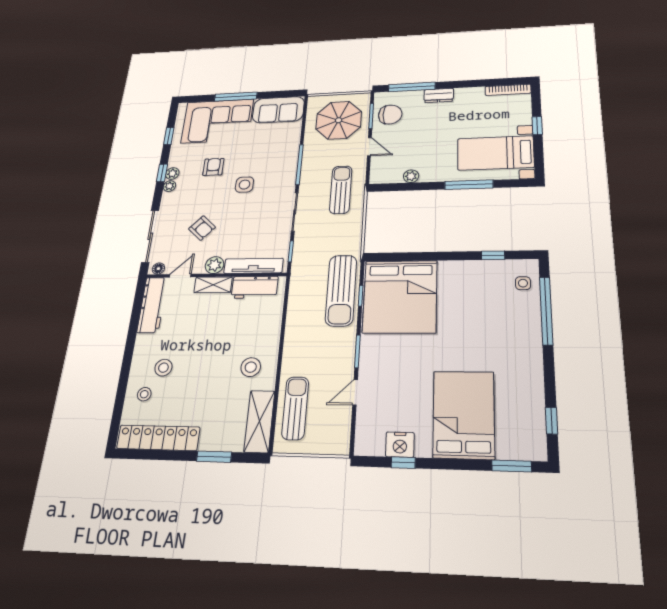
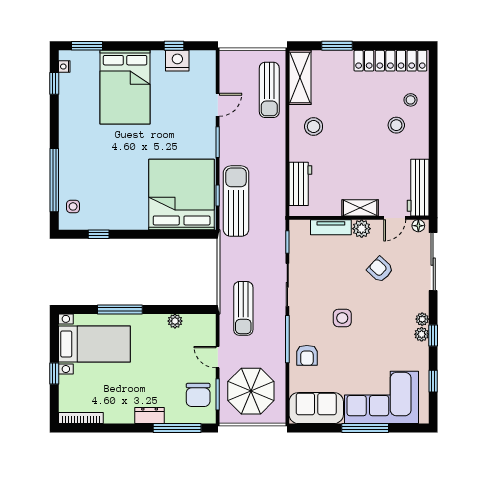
chair: (390, 115) -> (198, 395), turned -90
armchair: (213, 167) -> (307, 355), moved
tv unit: (253, 266) -> (331, 227), width x0.71
workbench: (255, 287) -> (300, 184), moved, turned 90
nightstand: (540, 441) -> (64, 67), added

